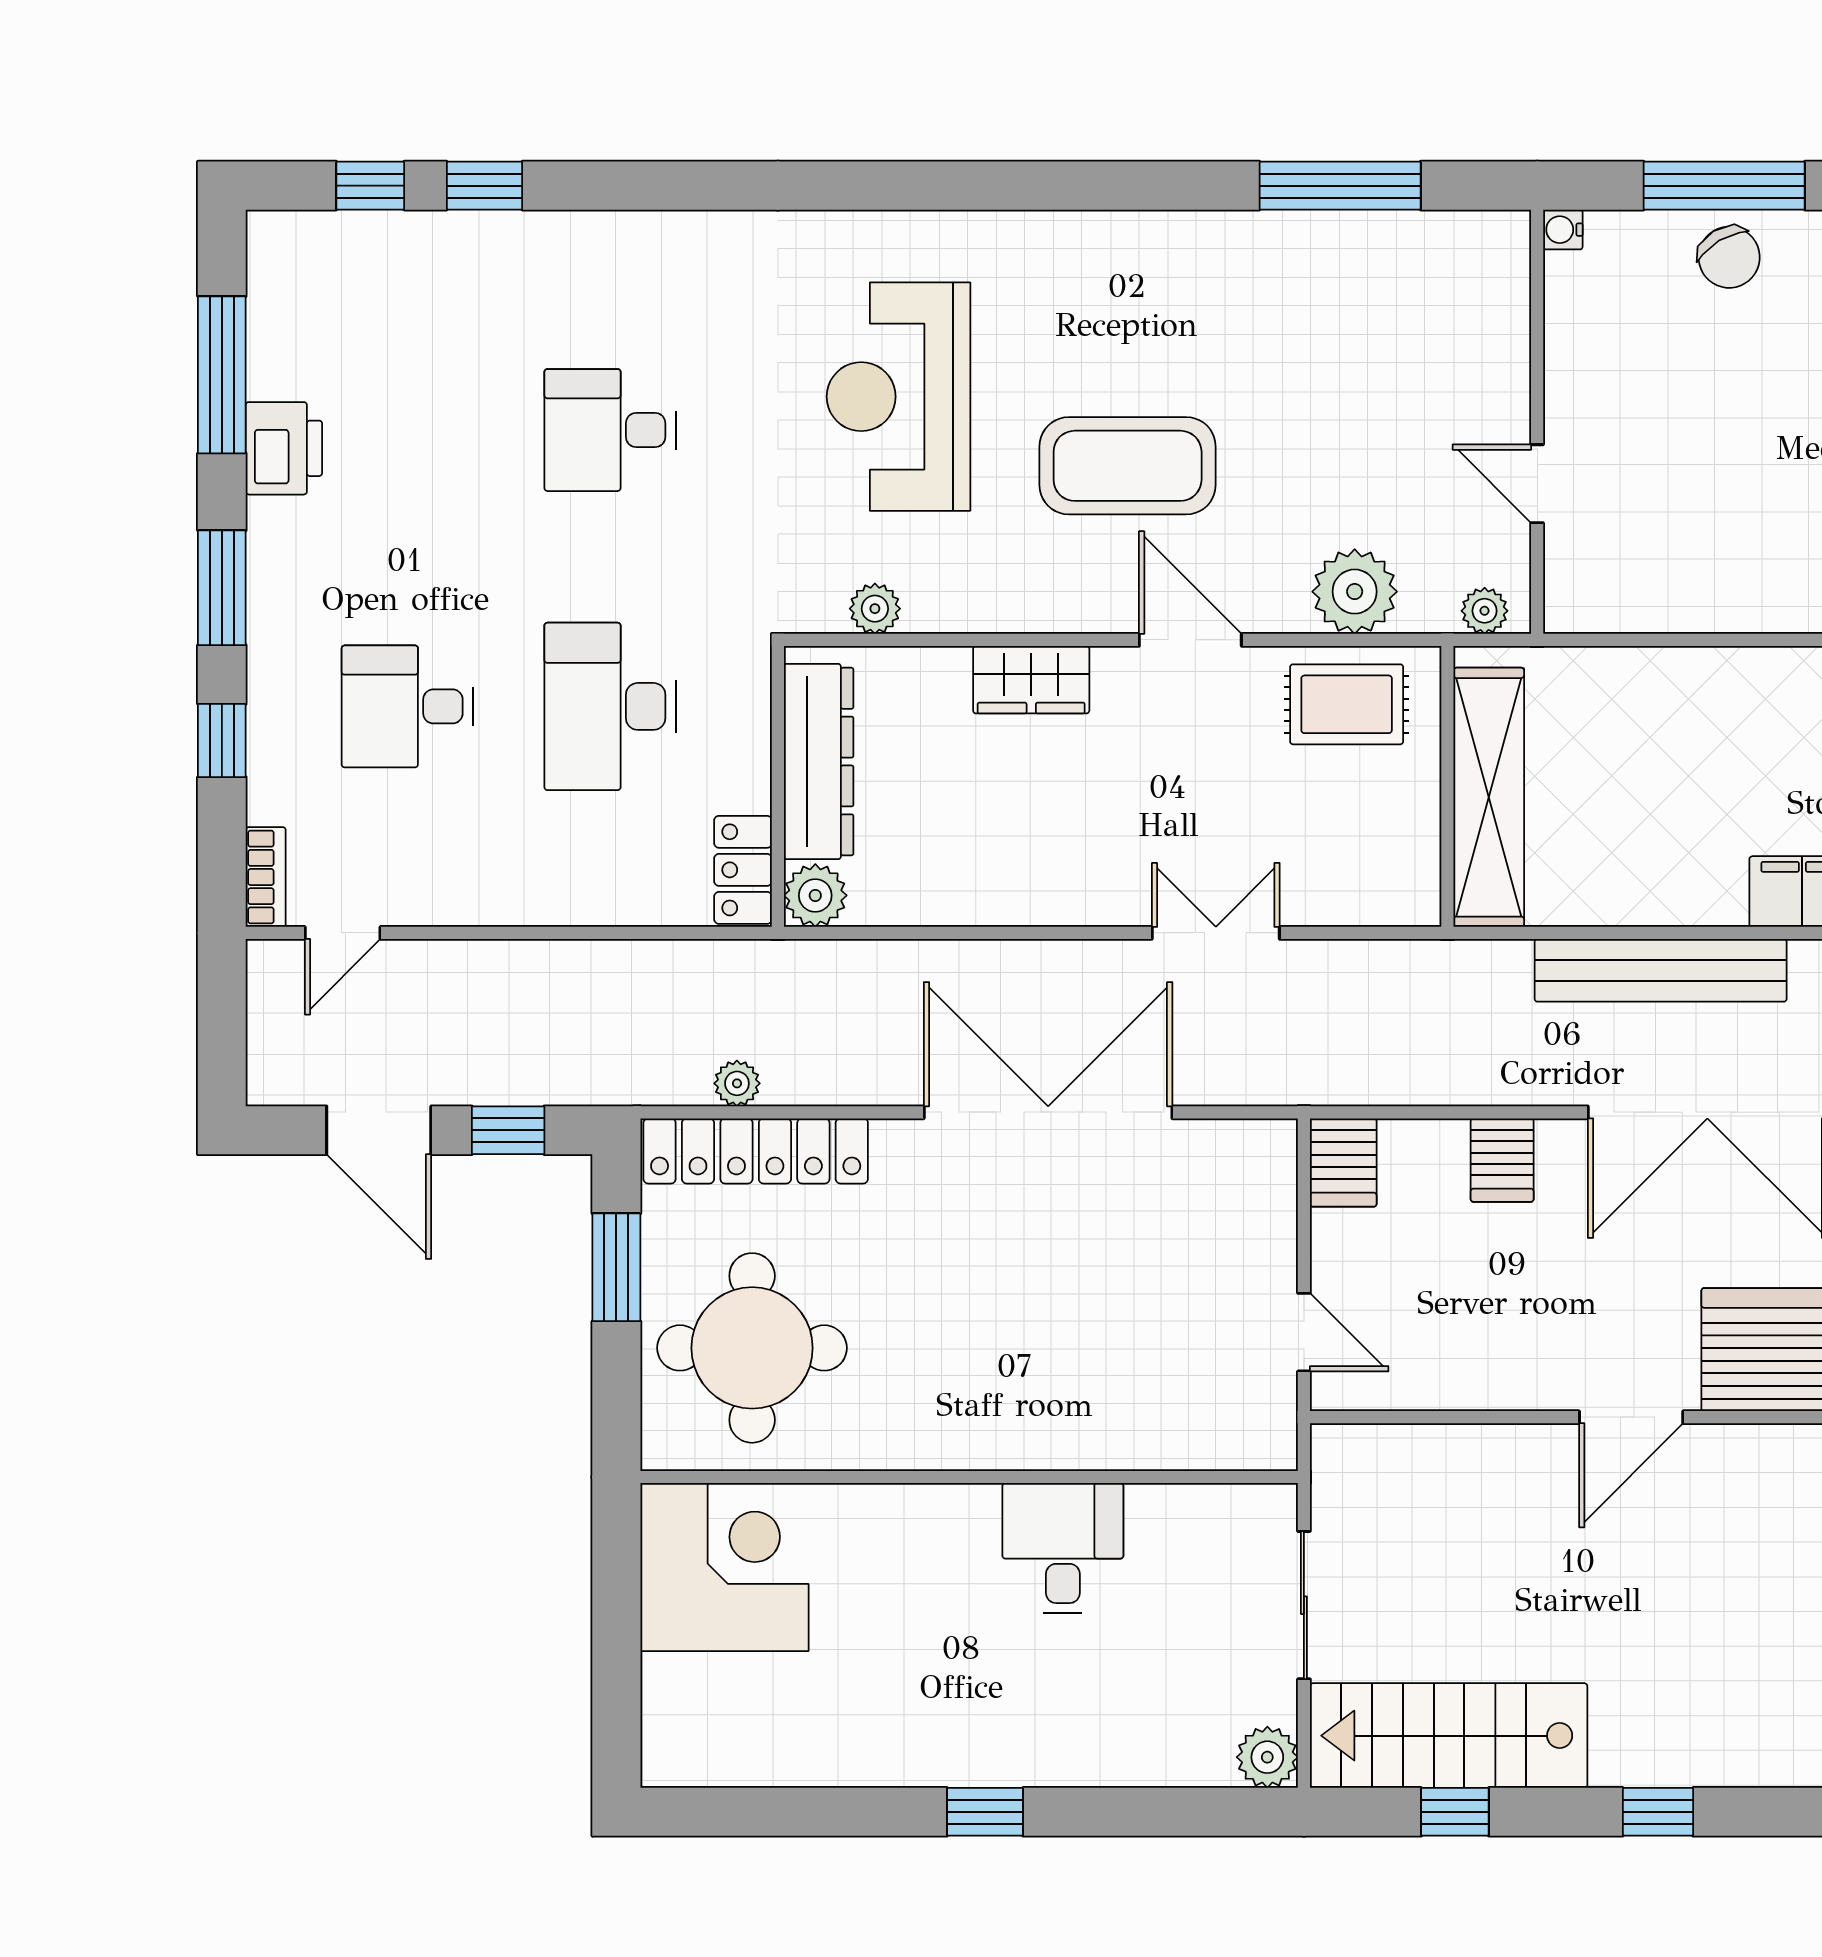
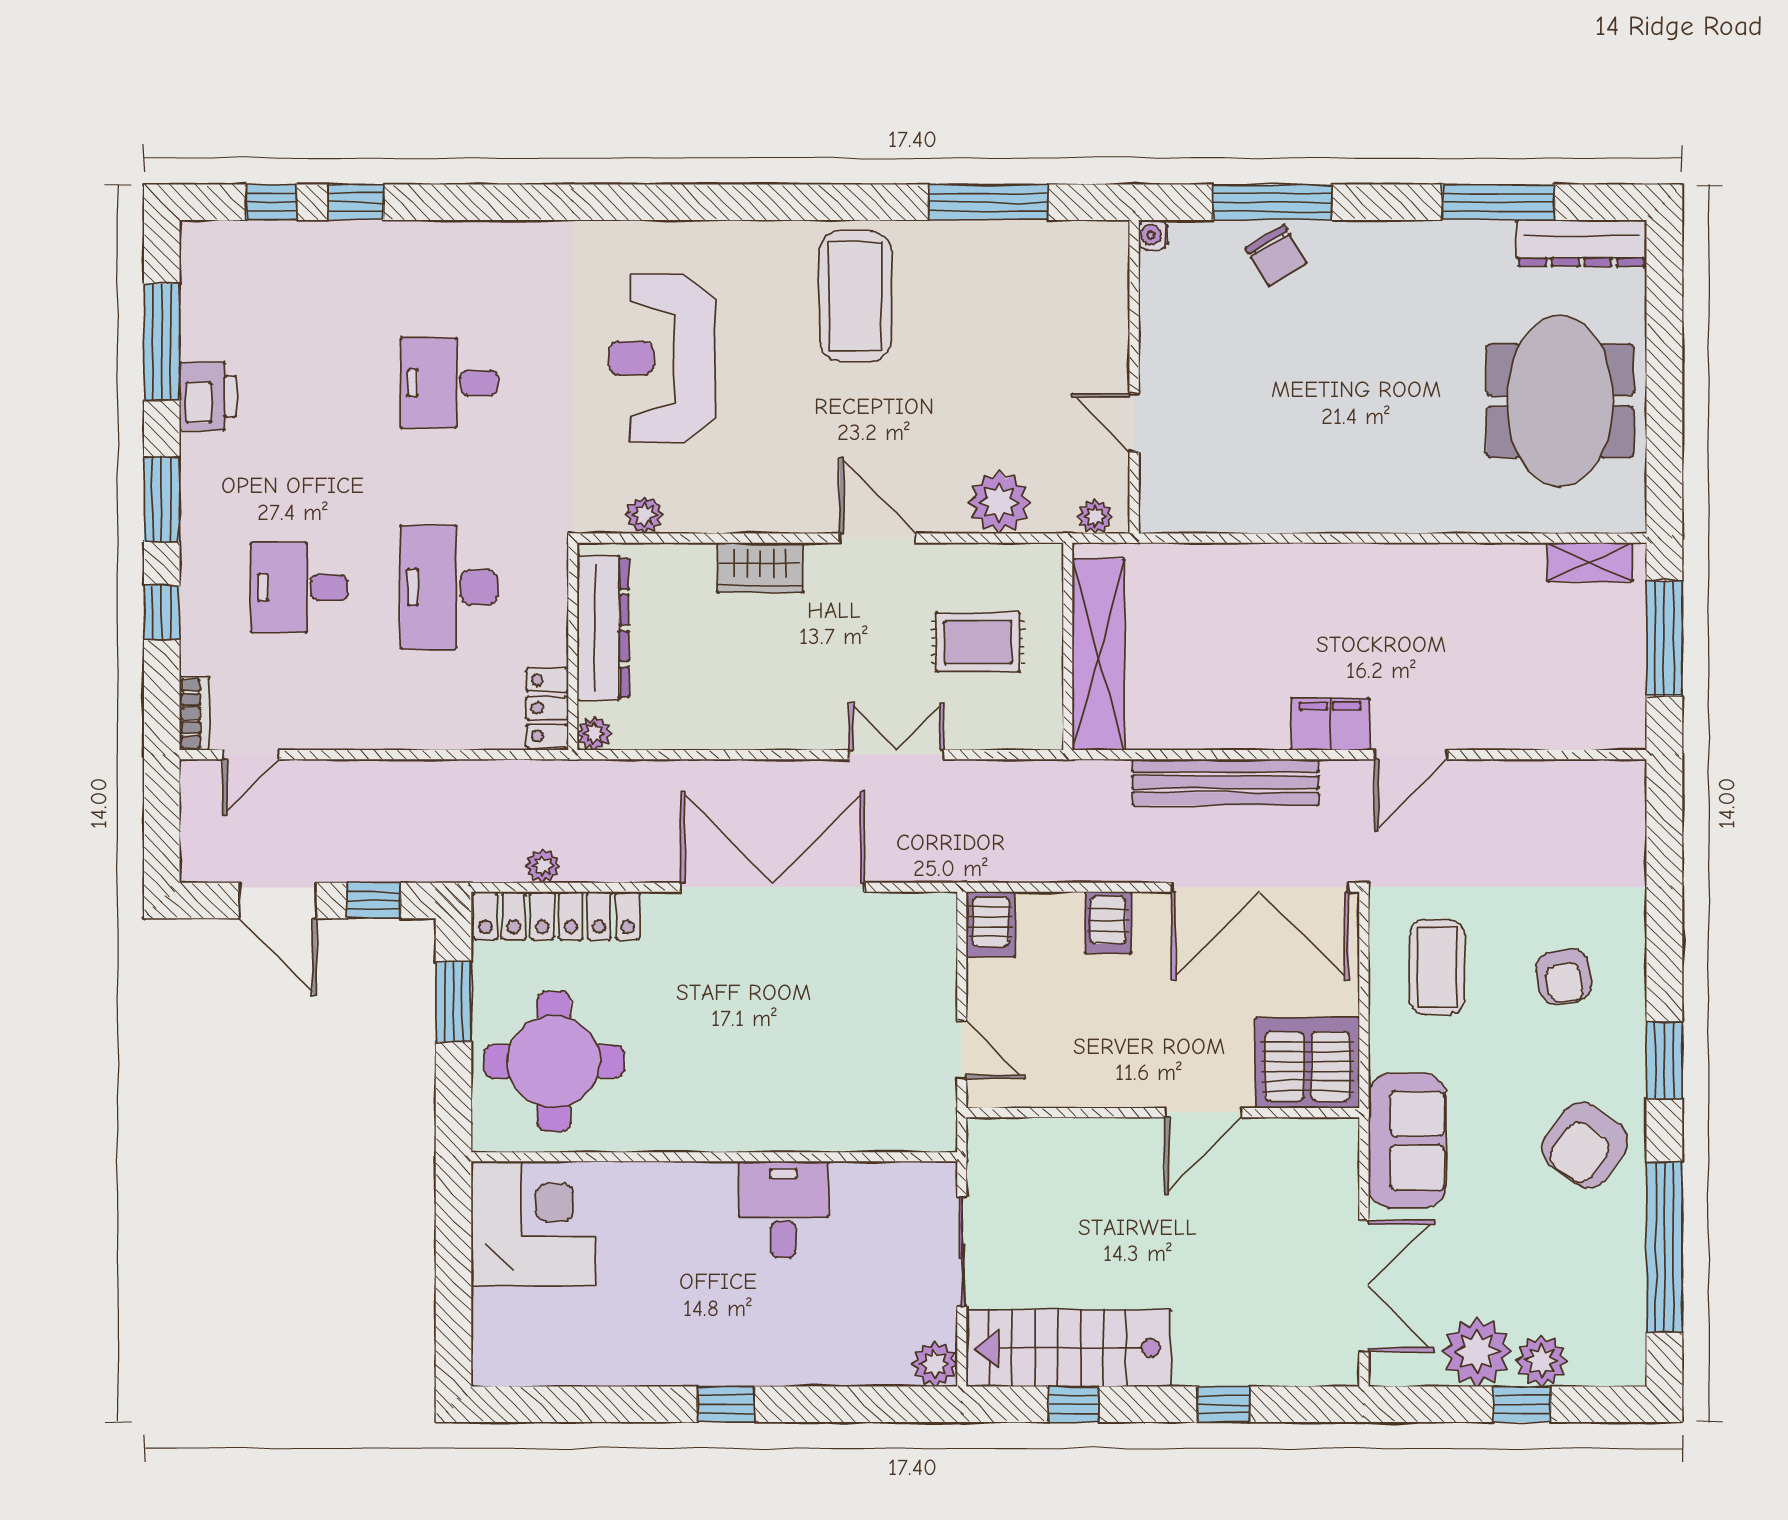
coffee table: (1128, 466) -> (855, 296), moved, turned 90
rug: (1347, 704) -> (978, 642), moved
plant: (815, 895) -> (594, 733), width x0.73, depth x0.73

